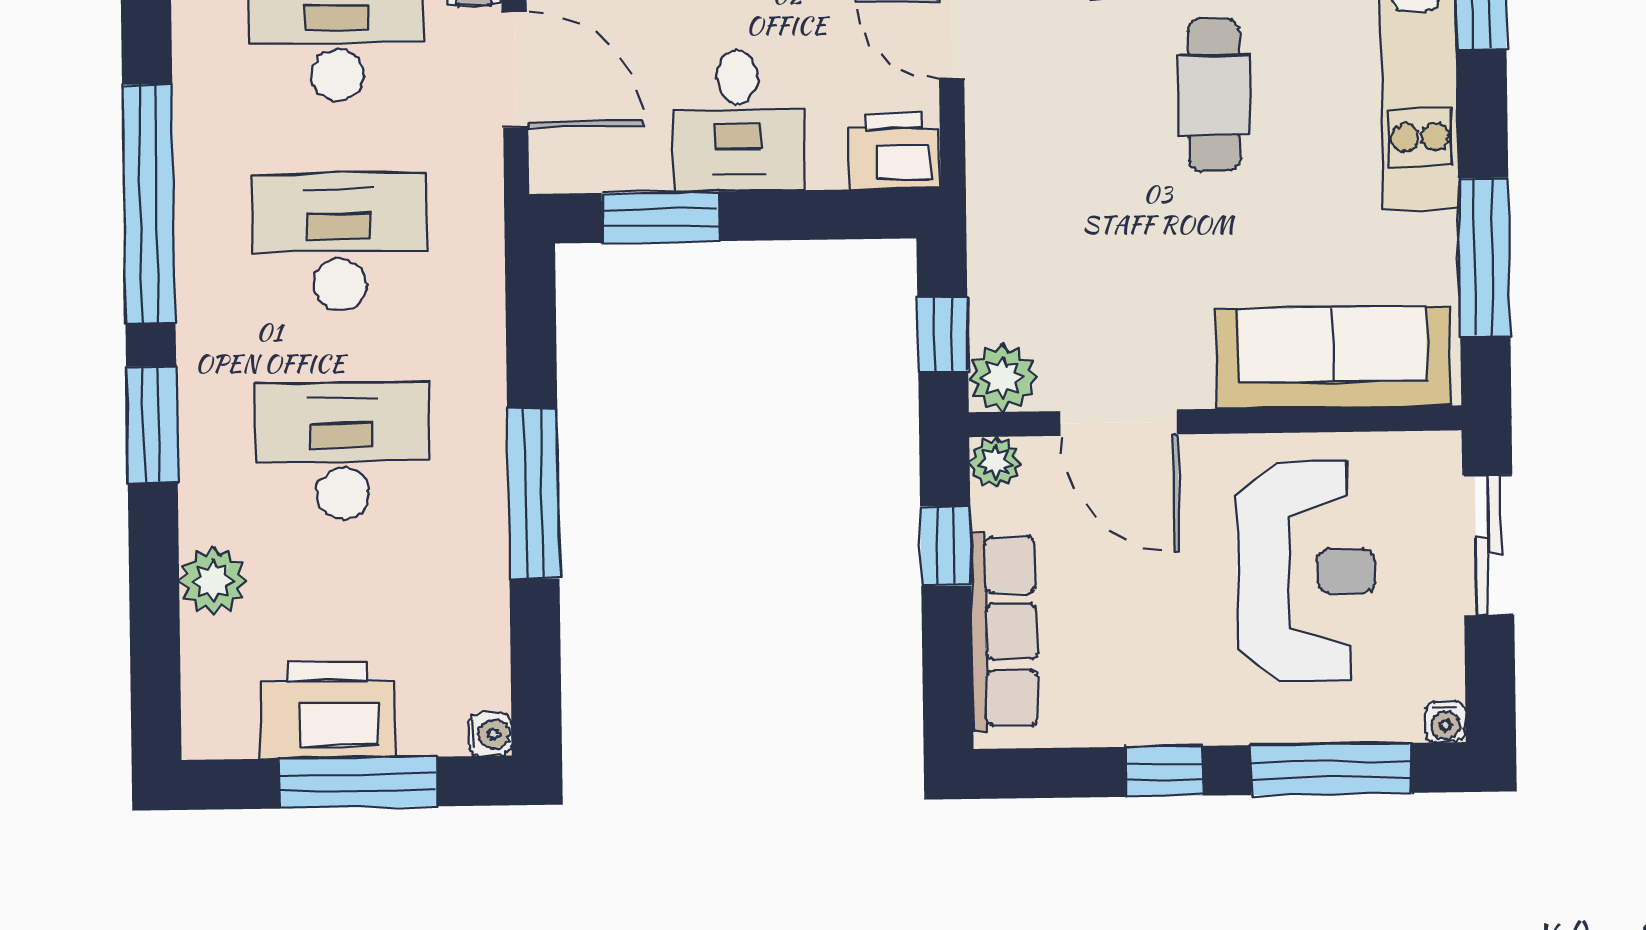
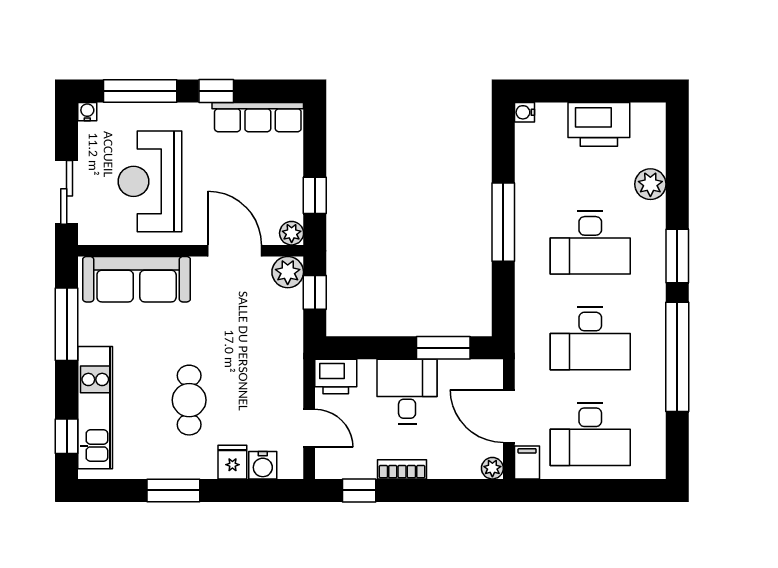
row of seats: (1004, 631) -> (258, 117), moved, turned -90
window: (358, 783) -> (585, 91), removed

